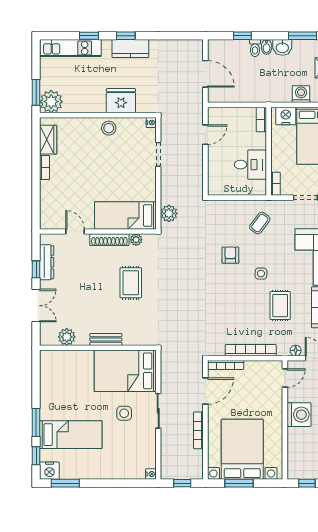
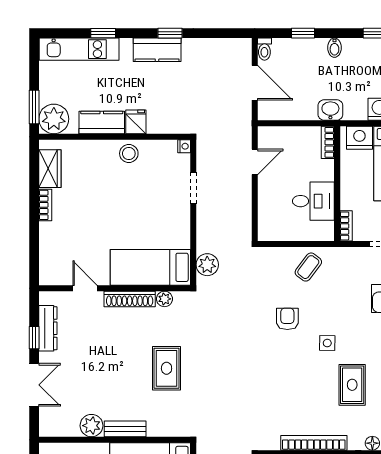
window: (126, 36) -> (170, 33), moved
washbasin: (282, 47) -> (330, 110), moved, turned 180
toilet: (255, 48) -> (264, 49), moved
fridge: (121, 101) -> (136, 122), width x0.53, depth x0.75
kitchen counter: (88, 104) -> (102, 122), added
coffee table: (260, 223) -> (308, 267), moved
rug: (131, 283) -> (167, 368), moved
plant: (67, 337) -> (91, 426), moved

